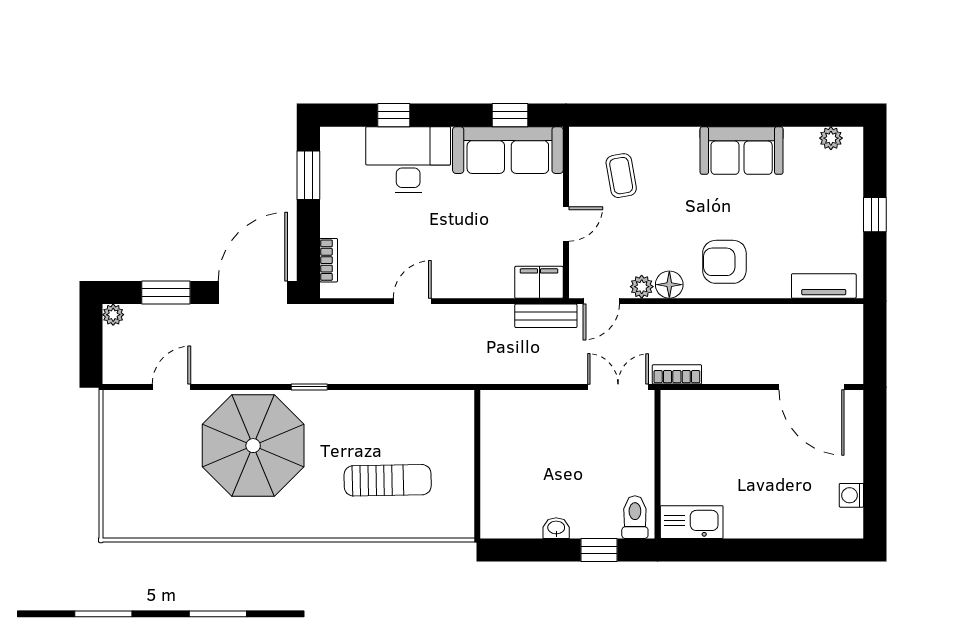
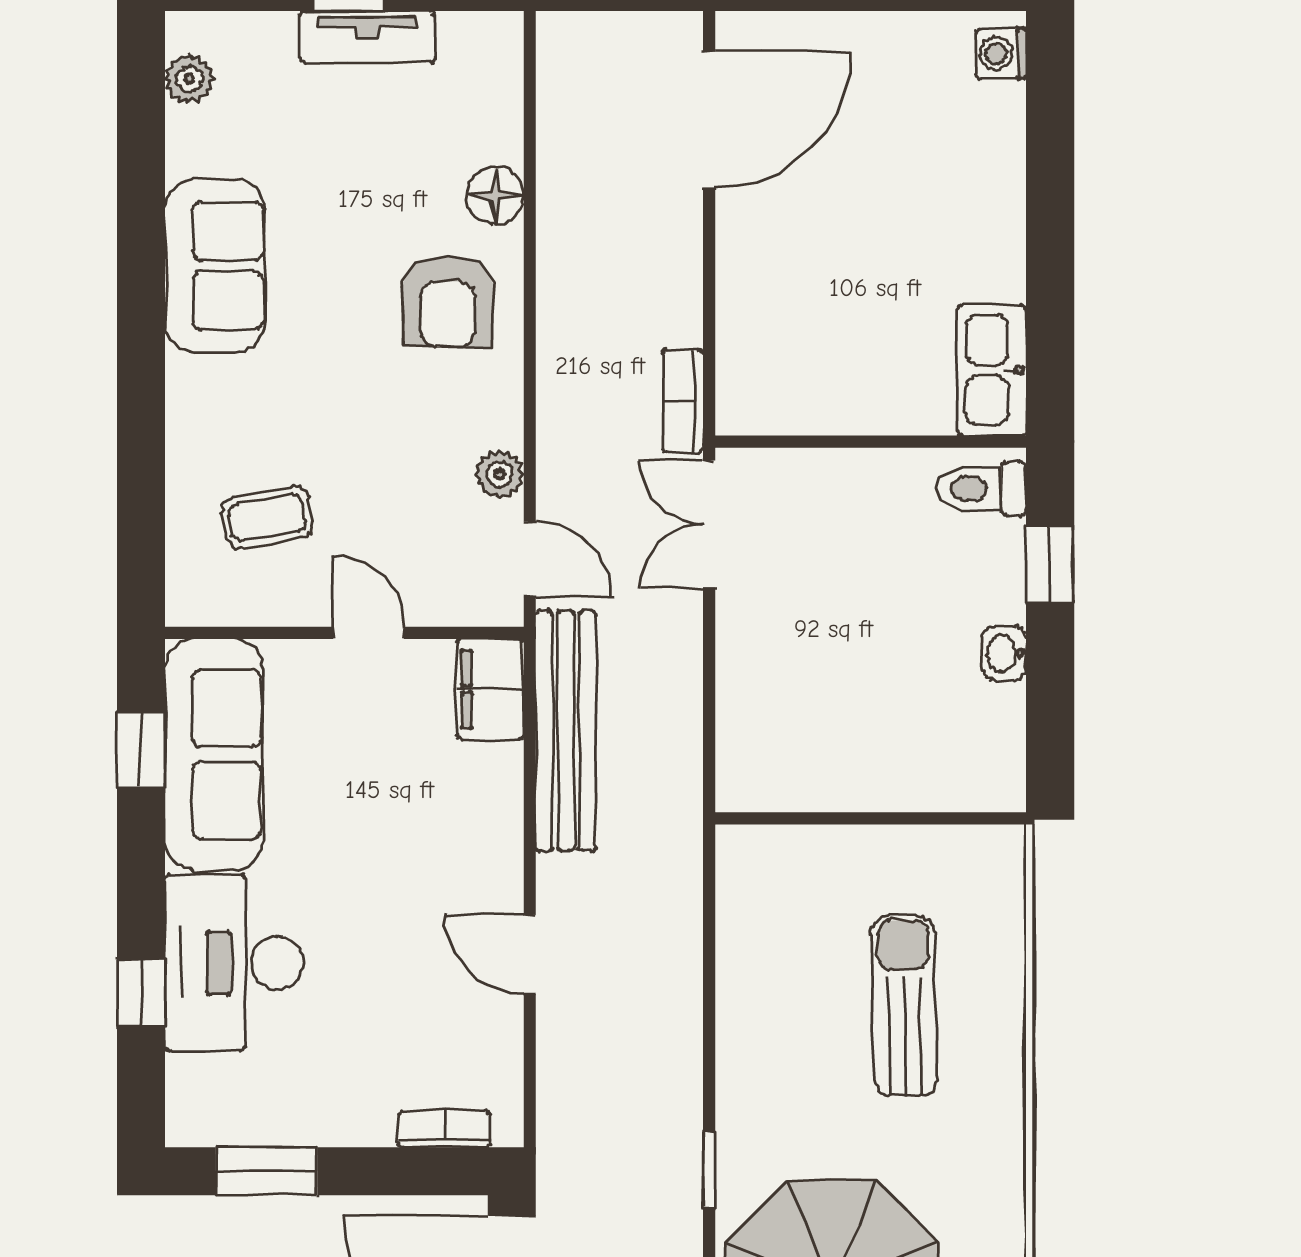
floor lamp: (669, 285) -> (495, 196), moved
tv unit: (824, 286) -> (368, 37), moved, turned -90
bench: (546, 316) -> (566, 731), width x1.86, depth x1.21
washing machine: (851, 495) -> (1001, 53), moved, turned 90

